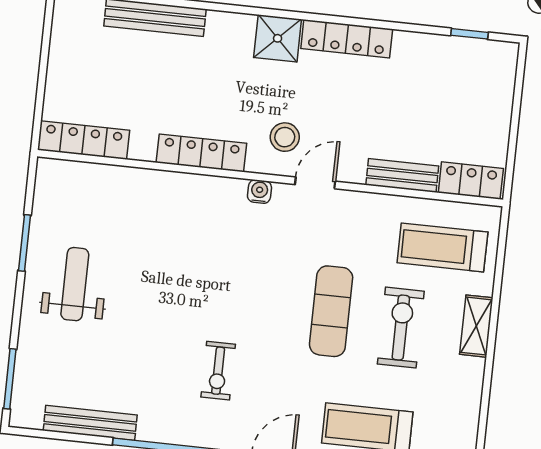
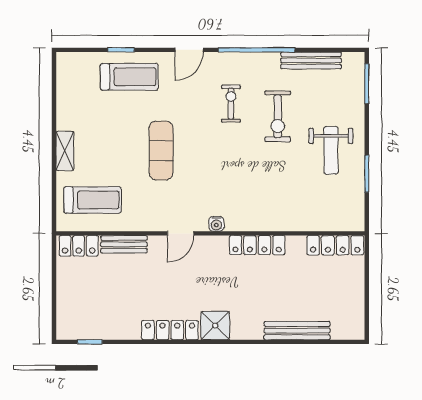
stool: (285, 137) -> (204, 261), removed
exercise bike: (401, 328) -> (278, 116), moved

